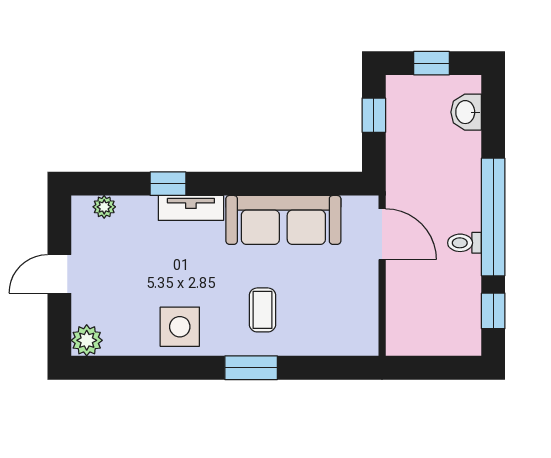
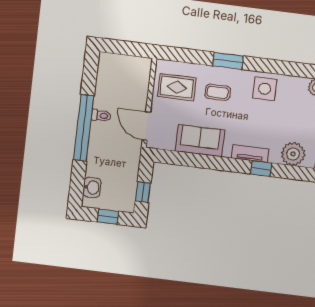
plant: (104, 207) -> (293, 154), width x1.88, depth x1.88
sofa: (283, 220) -> (200, 141), width x0.73
coffee table: (263, 310) -> (218, 92), turned 90
rug: (336, 310) -> (177, 87), added
window: (493, 311) -> (90, 76), removed

